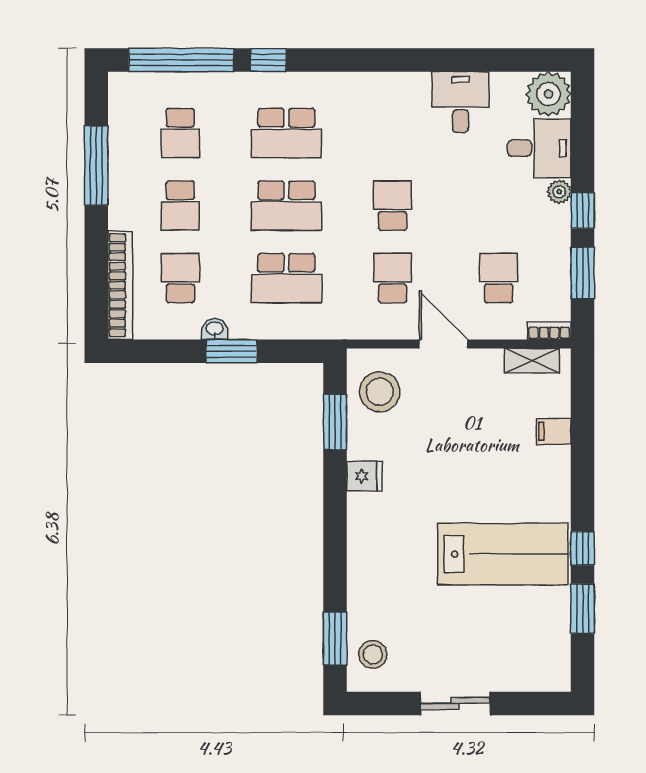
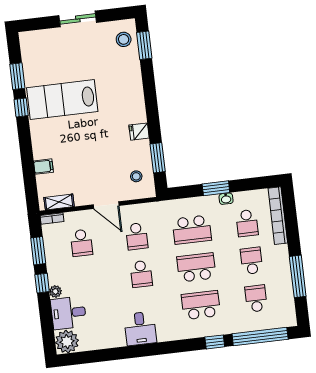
desk: (460, 102) -> (140, 329), moved
school desk: (286, 278) -> (192, 230), turned 180
stool: (380, 392) -> (136, 176), width x0.53, depth x0.53

